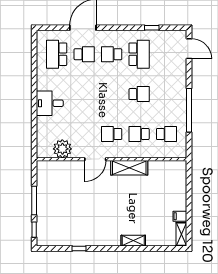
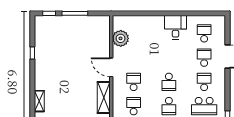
school desk: (57, 54) -> (204, 33), width x0.54
school desk: (84, 54) -> (204, 58), turned 180
school desk: (112, 94) -> (169, 82), added
desk: (50, 103) -> (176, 27), moved

